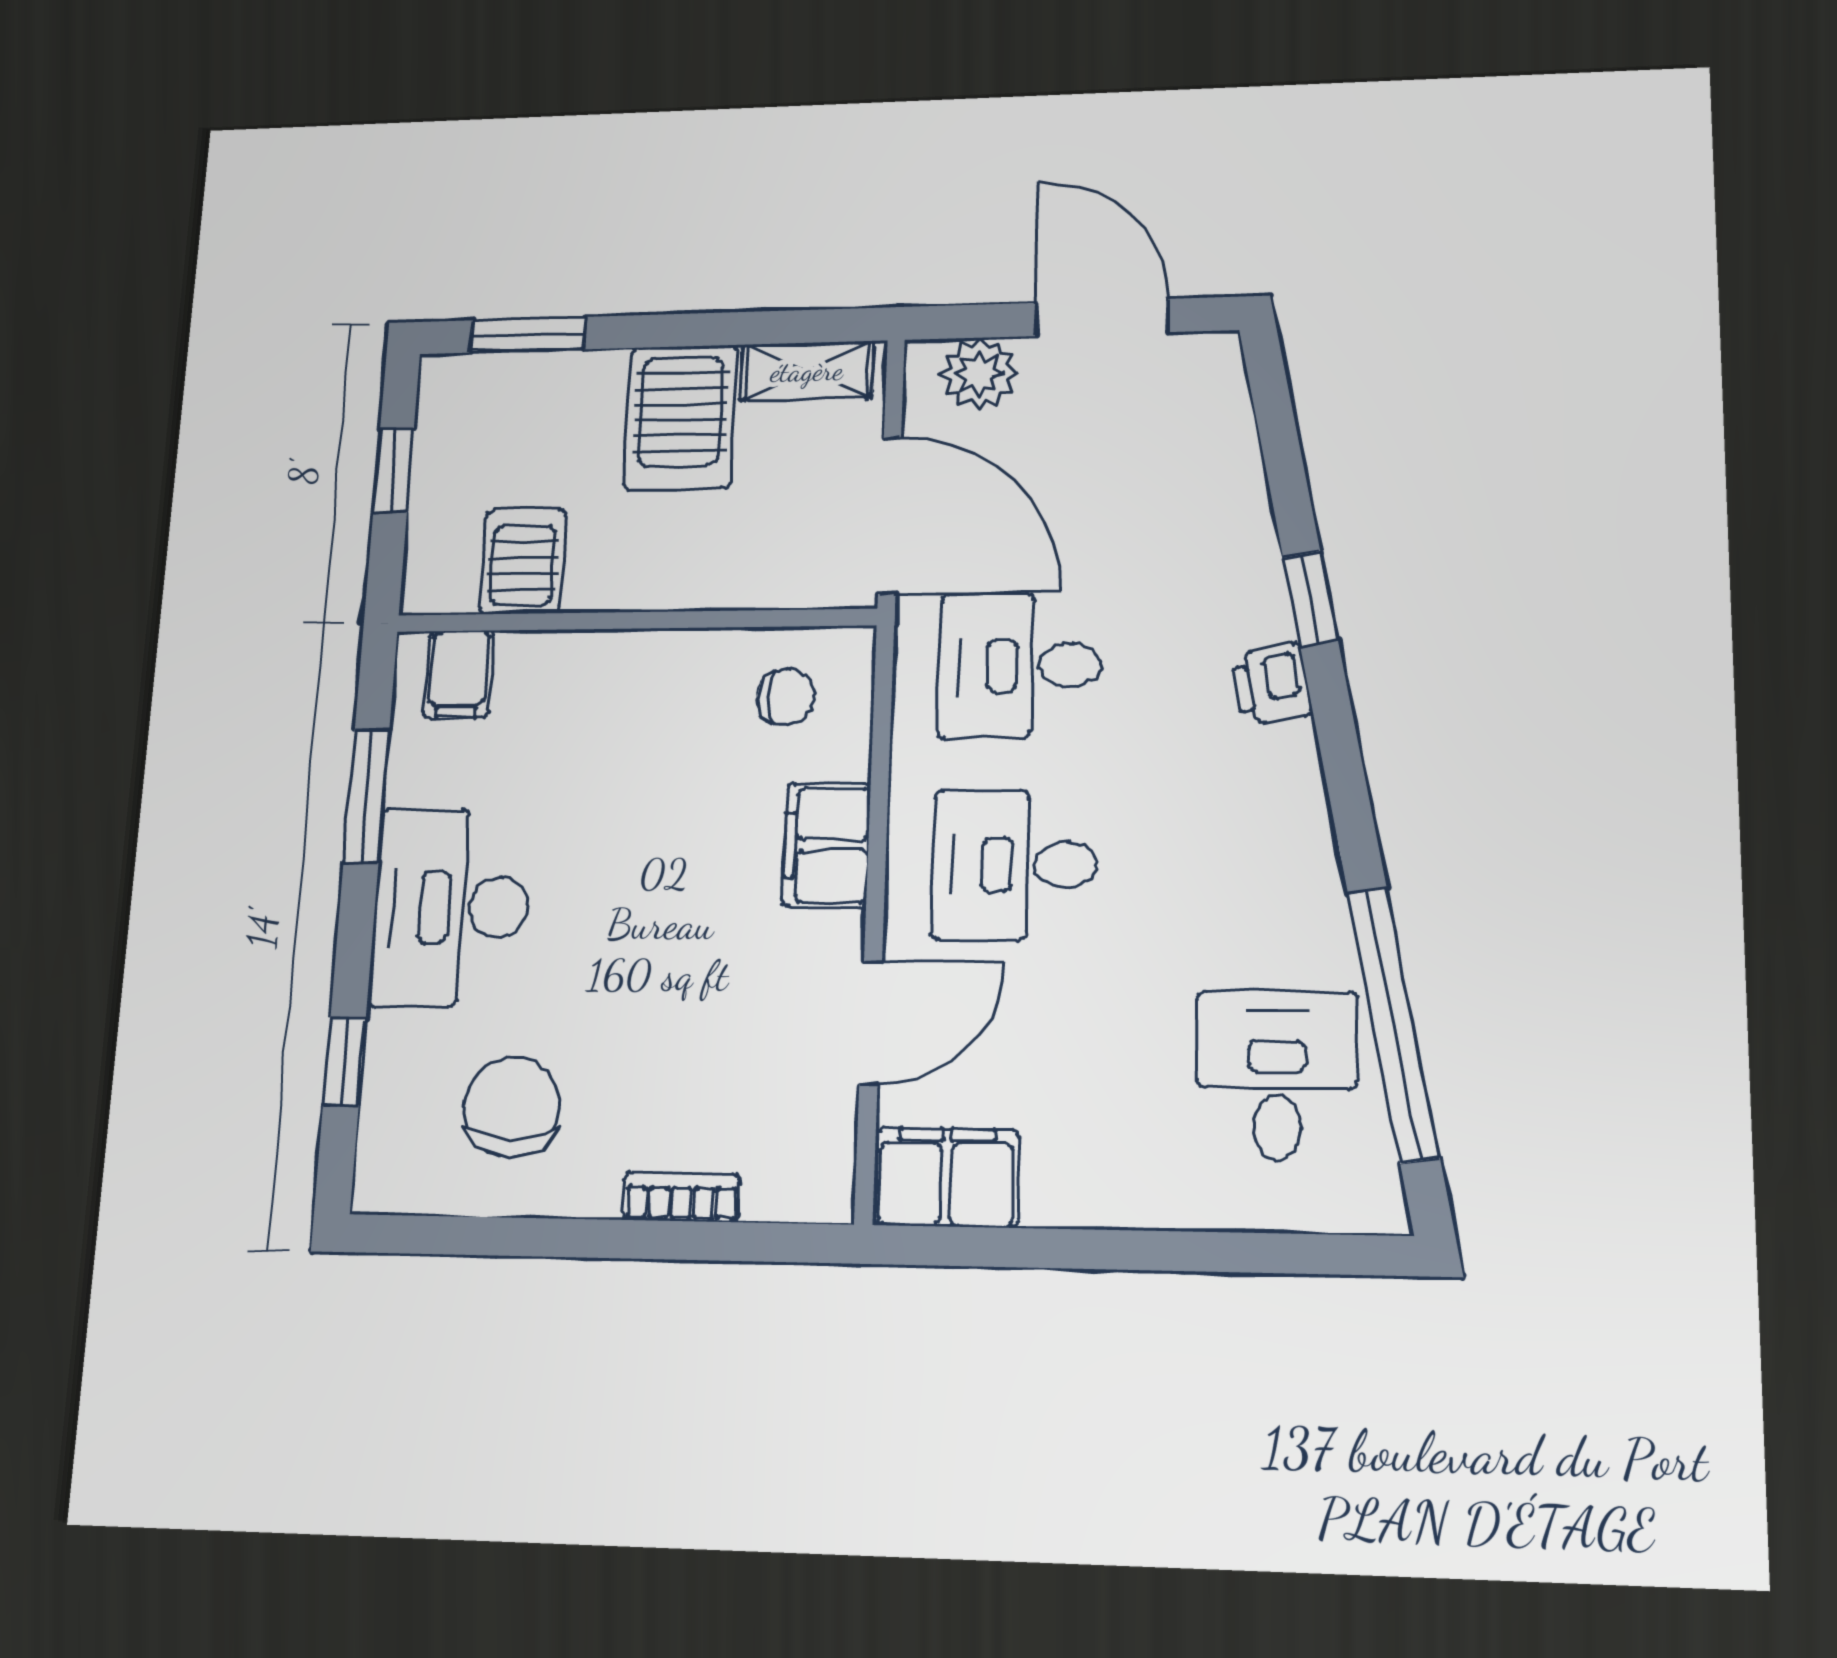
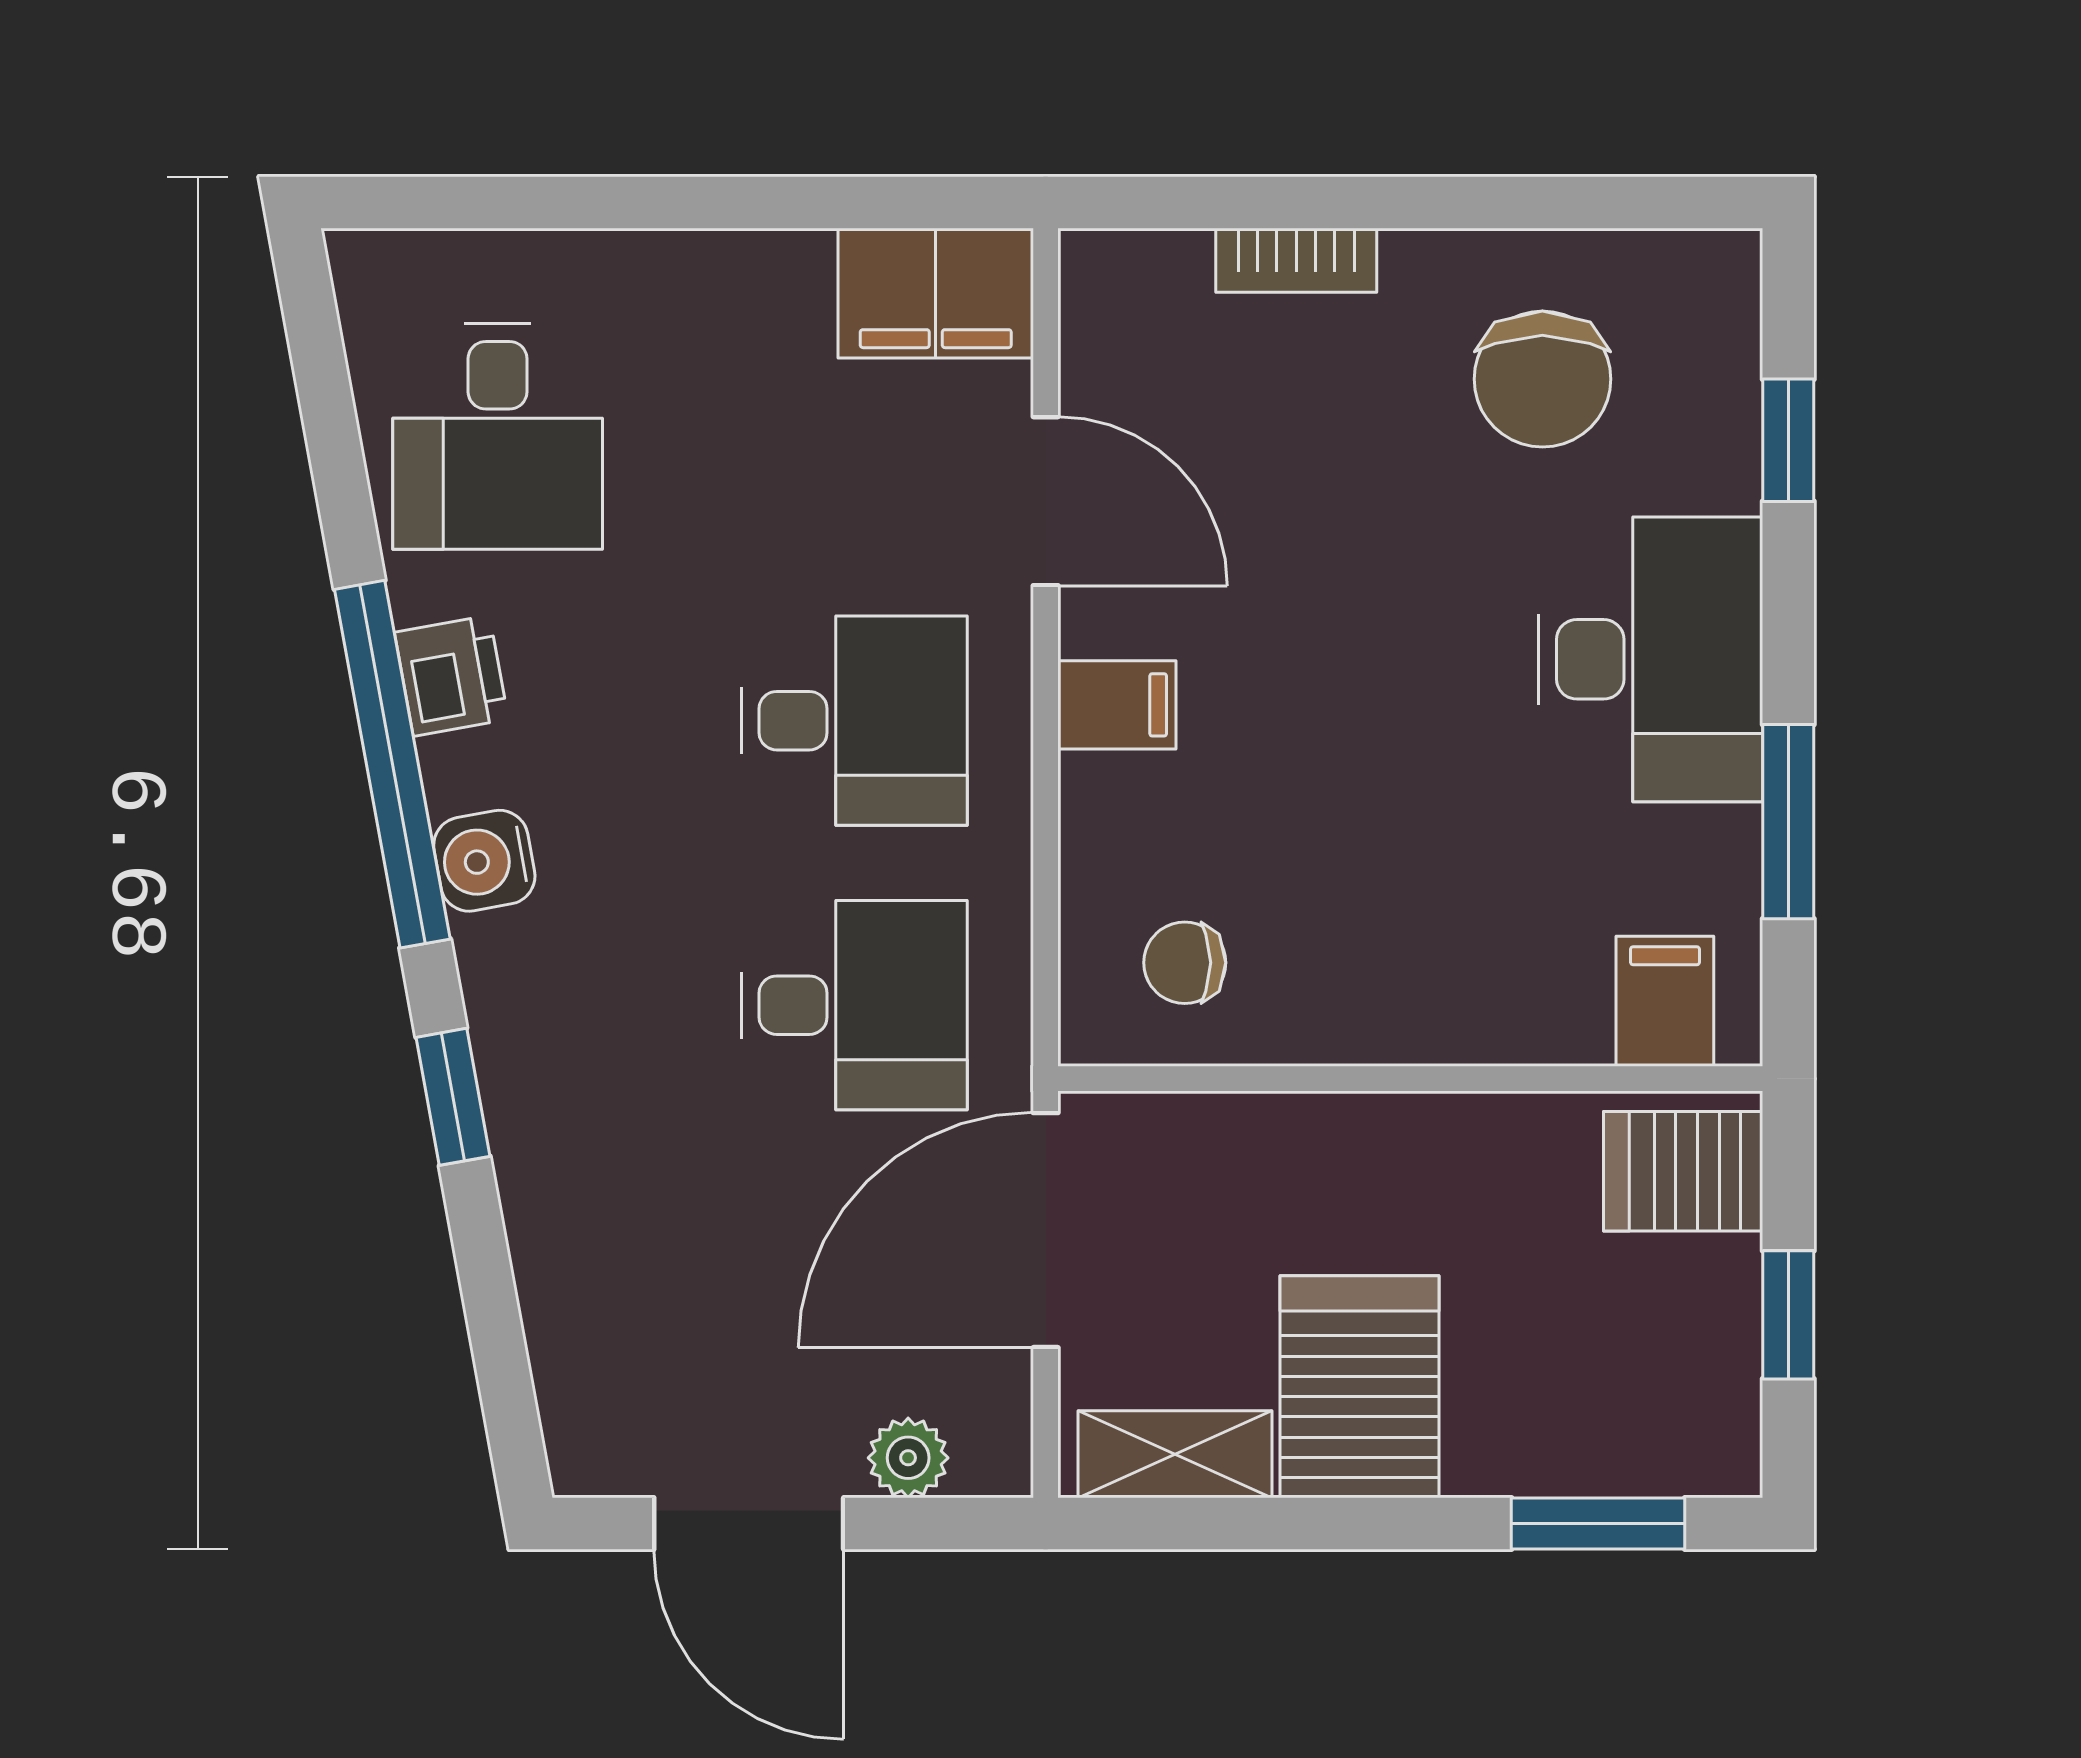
plant: (979, 373) -> (908, 1458), width x0.73, depth x0.73
door: (890, 515) -> (1046, 1230), hinge flipped
server rack: (523, 561) -> (1683, 1171), moved, turned 90
printer: (1272, 684) -> (451, 676), moved
water cooler: (1287, 764) -> (484, 861), added
filing cabinet: (827, 845) -> (1117, 705), width x0.50
door: (871, 1023) -> (1046, 501), swing flipped
window: (1393, 1024) -> (392, 764), moved

